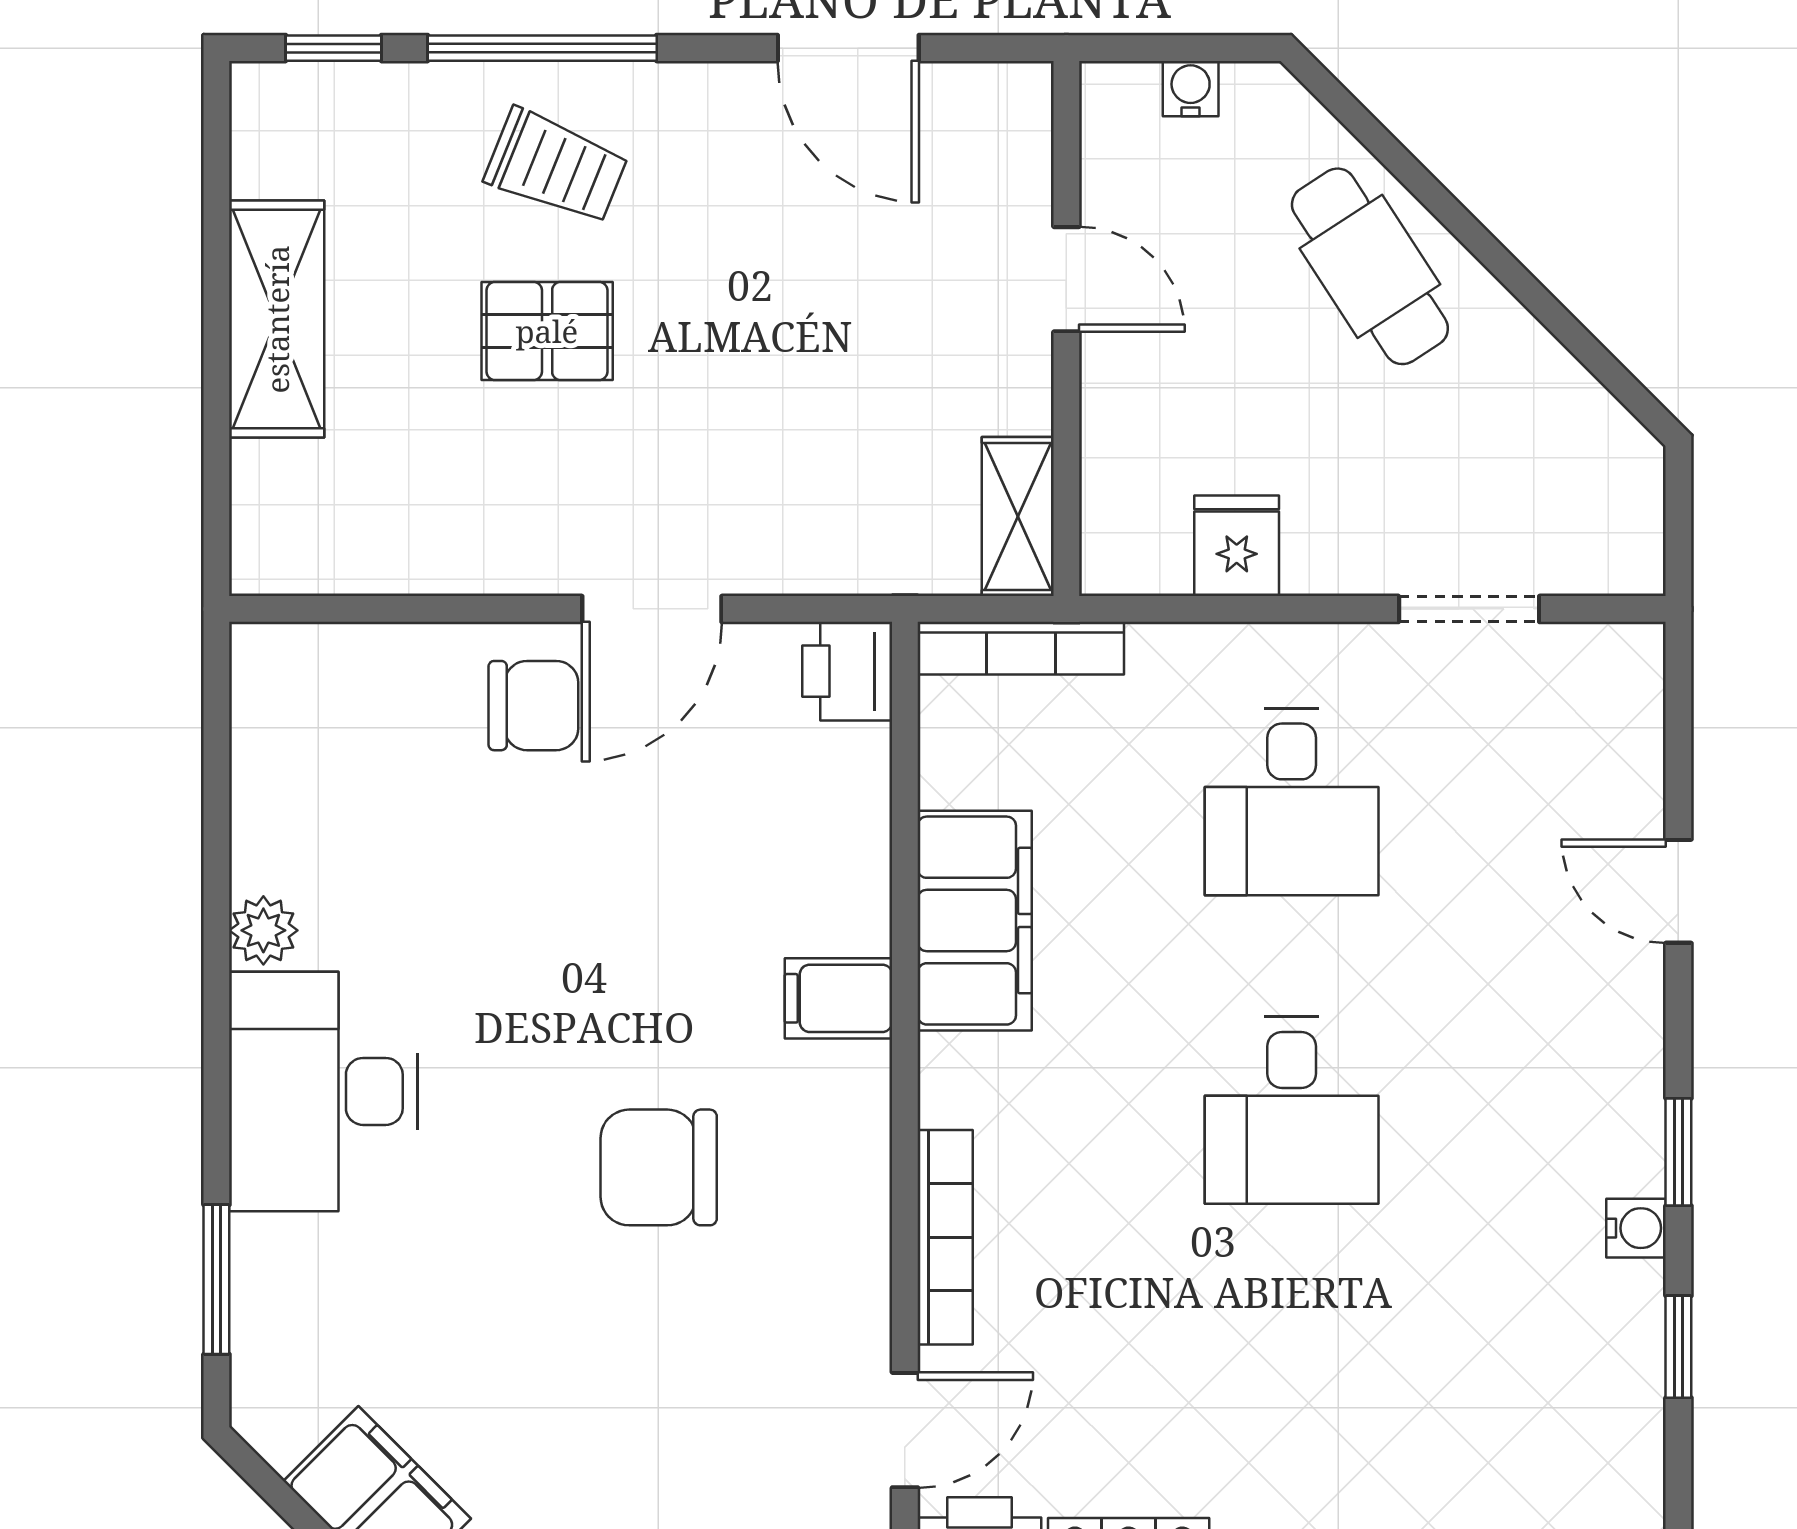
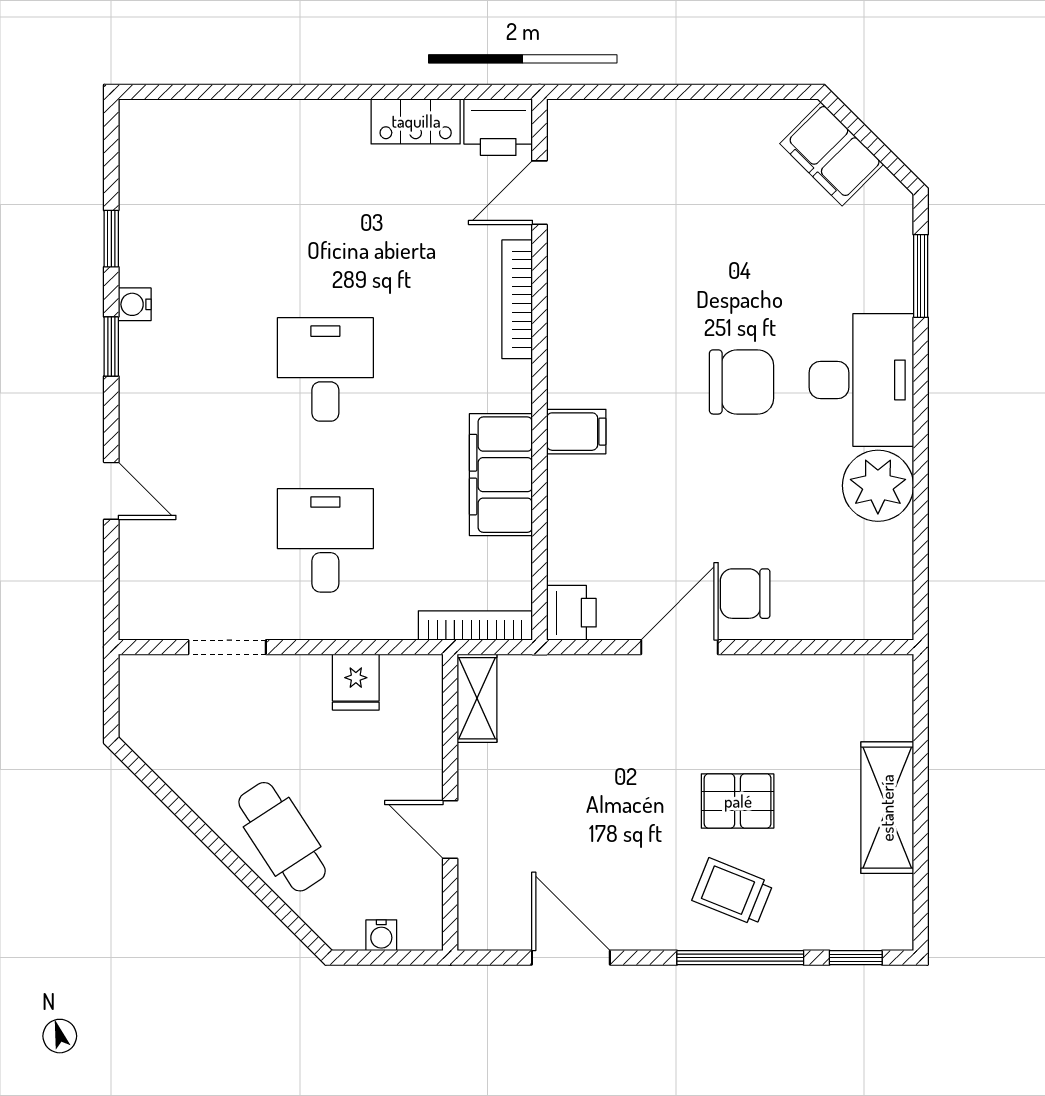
plant: (263, 930) -> (878, 486), width x1.88, depth x1.88
chair: (659, 1167) -> (741, 382), moved

